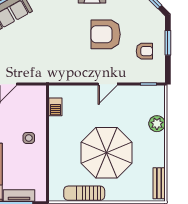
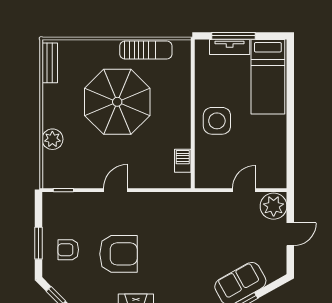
armchair: (144, 51) -> (68, 250), moved
side table: (29, 138) -> (217, 121), width x1.87, depth x1.87

